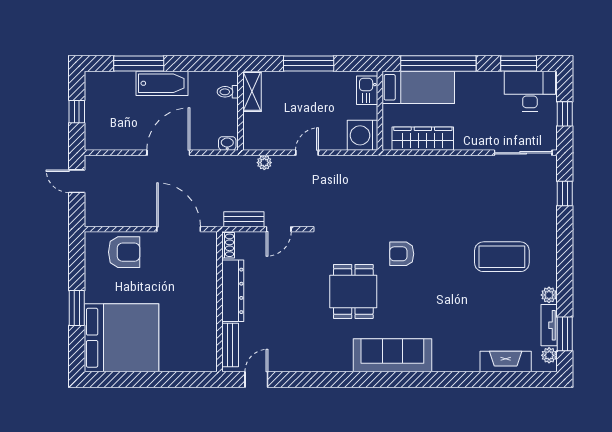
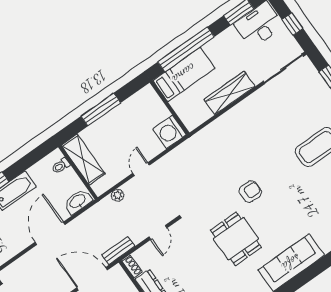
kitchen sink: (367, 90) -> (152, 100), removed
shelving: (252, 91) -> (83, 159), width x1.50, depth x1.33
wardrobe: (423, 139) -> (229, 93), moved
washbasin: (227, 143) -> (78, 202), width x1.91, depth x1.45
bench: (244, 219) -> (118, 251), moved
armchair: (402, 254) -> (250, 192), turned 180

